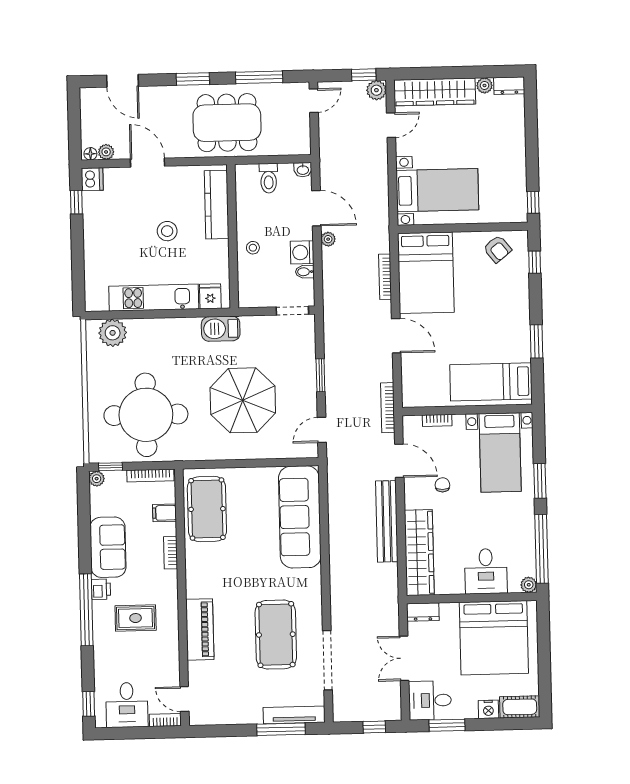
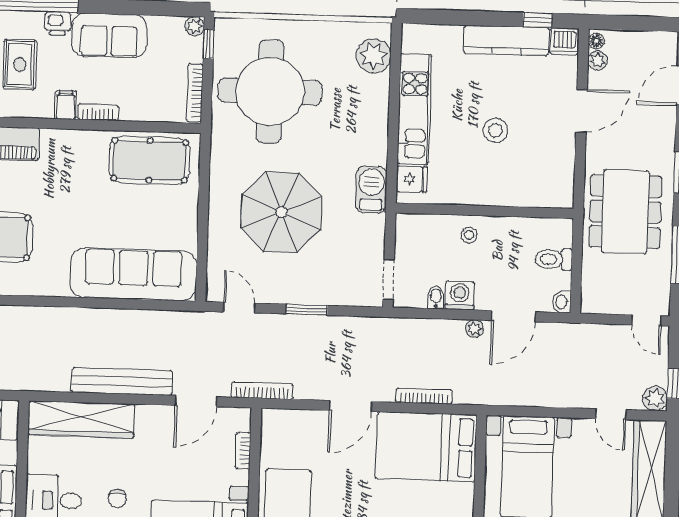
kitchen counter: (217, 205) -> (506, 40), moved, turned 180
chair: (442, 485) -> (117, 499), moved, turned 90
filing cabinet: (164, 513) -> (66, 105), moved

